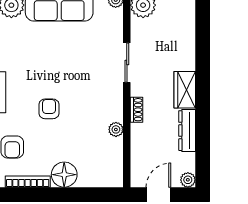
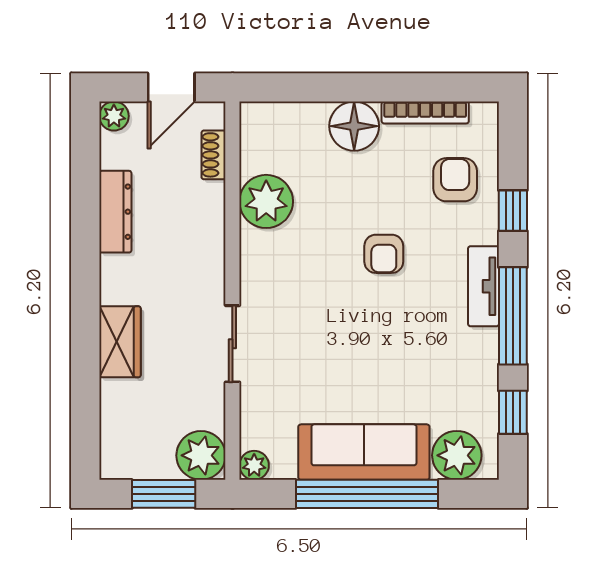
wardrobe: (185, 90) -> (120, 342), moved
shoe rack: (137, 110) -> (214, 155), moved
plant: (116, 129) -> (266, 201), width x1.87, depth x1.87

